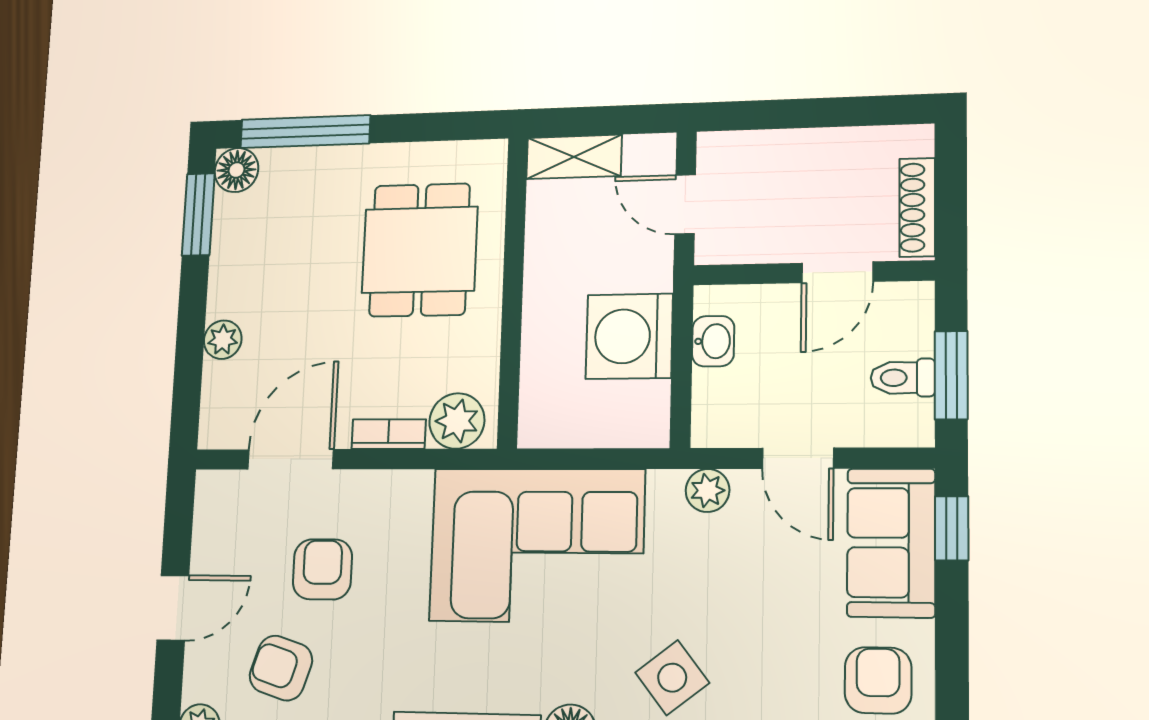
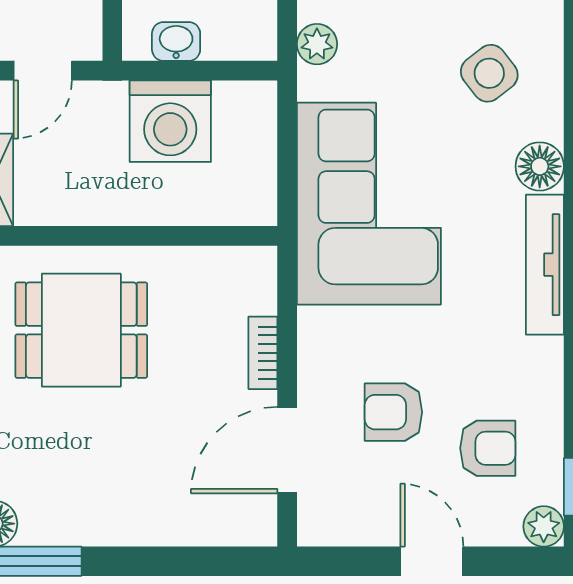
plant: (223, 340) -> (168, 527), removed
plant: (457, 421) -> (250, 286), removed
door: (291, 459) -> (287, 450), hinge flipped
armchair: (281, 668) -> (488, 448), turned -108

